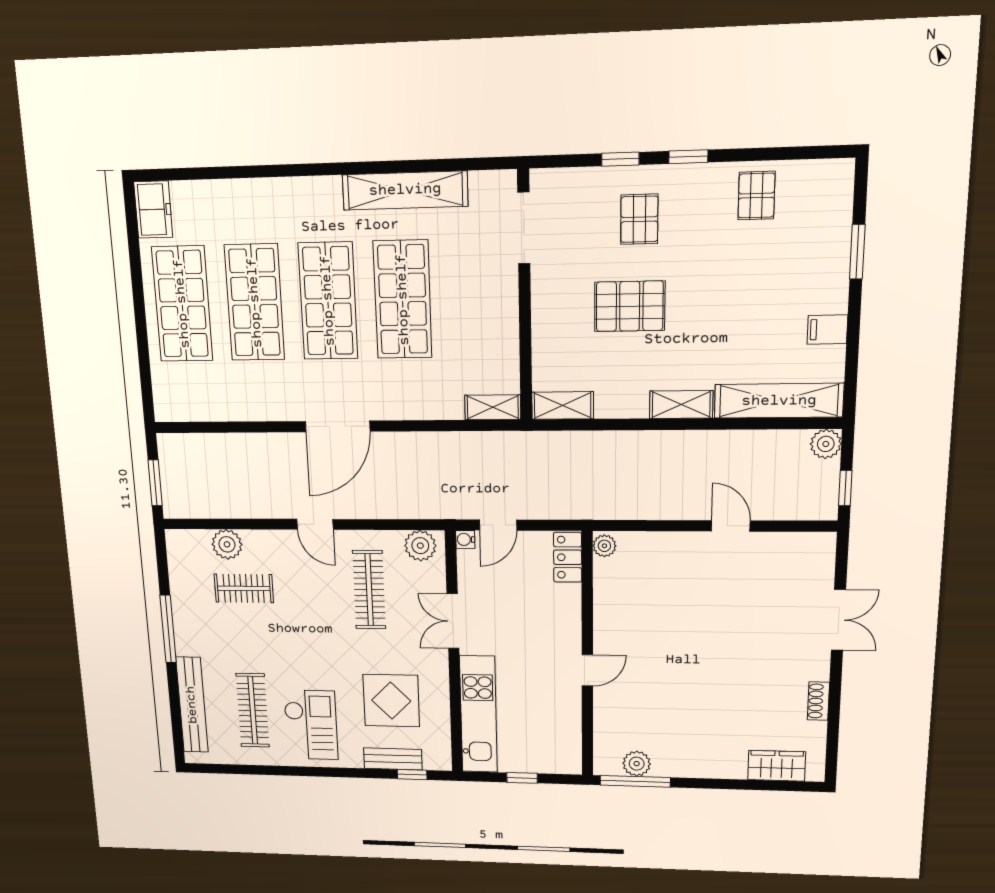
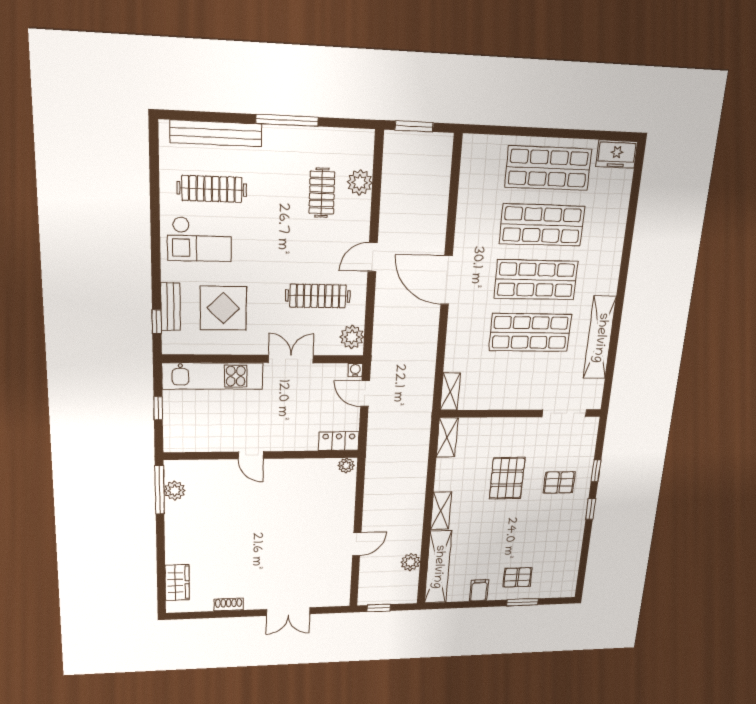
pallet: (756, 196) -> (517, 577), moved
plant: (826, 444) -> (411, 562), moved

